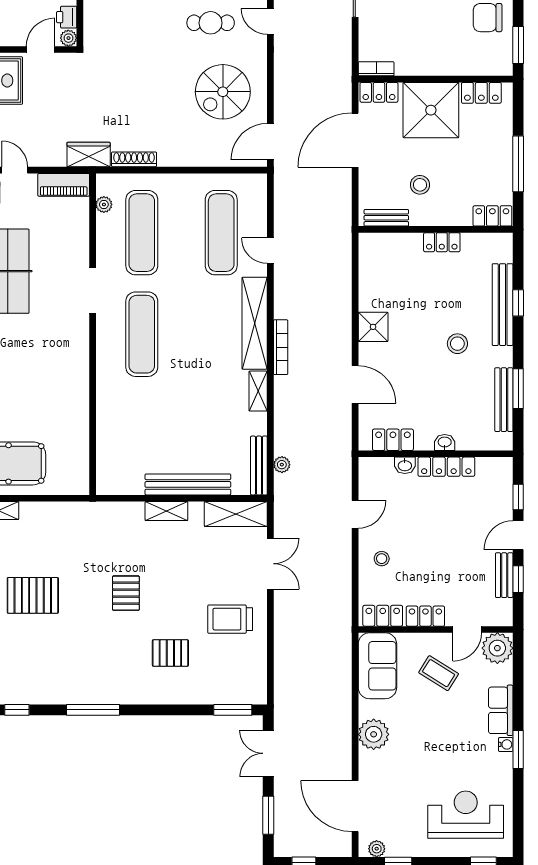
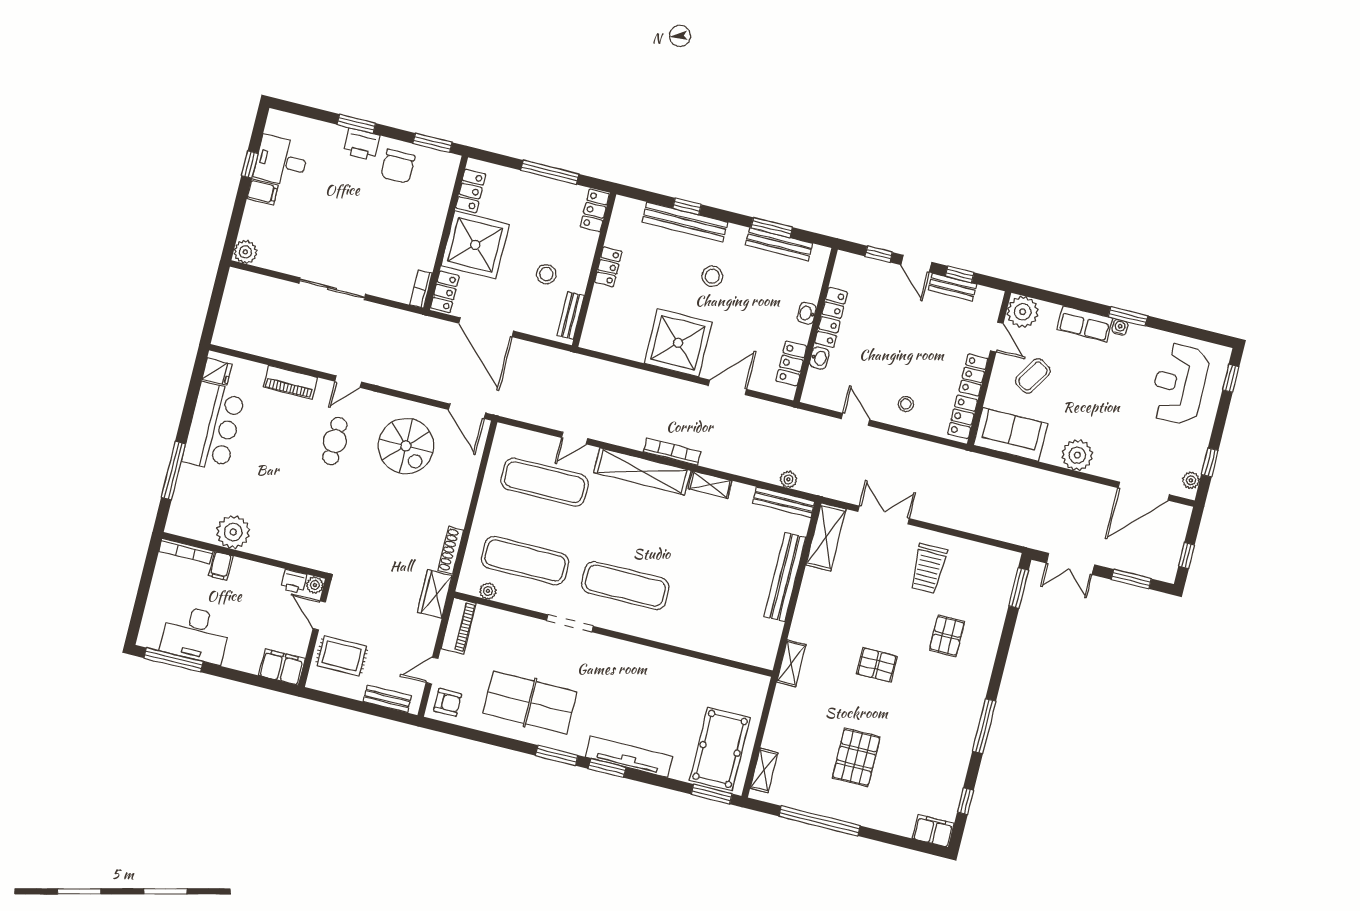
shower: (373, 327) -> (678, 343), width x1.86, depth x1.86
shelving: (166, 511) -> (791, 663), moved

